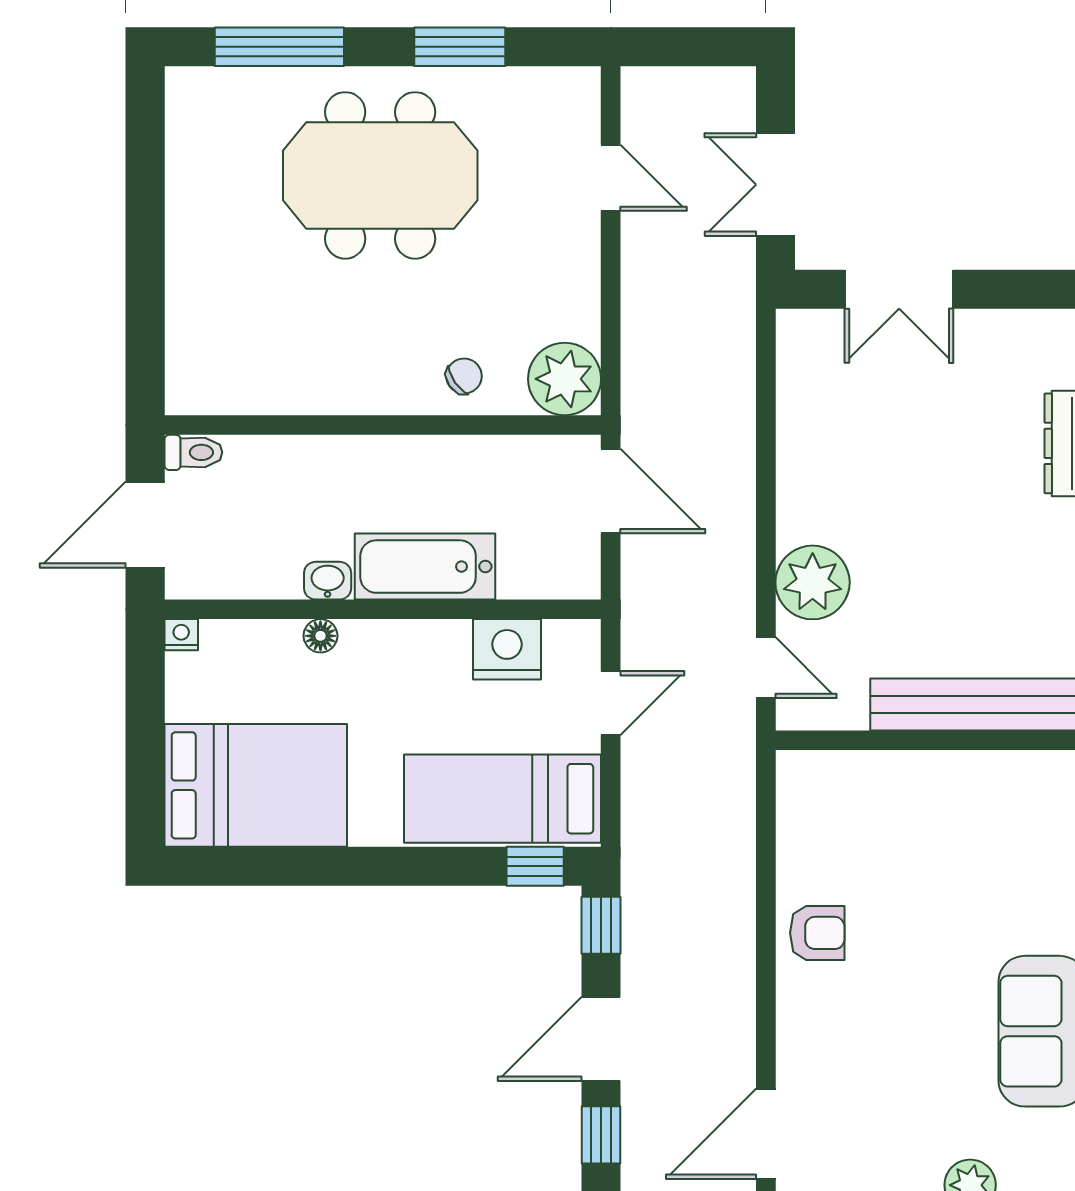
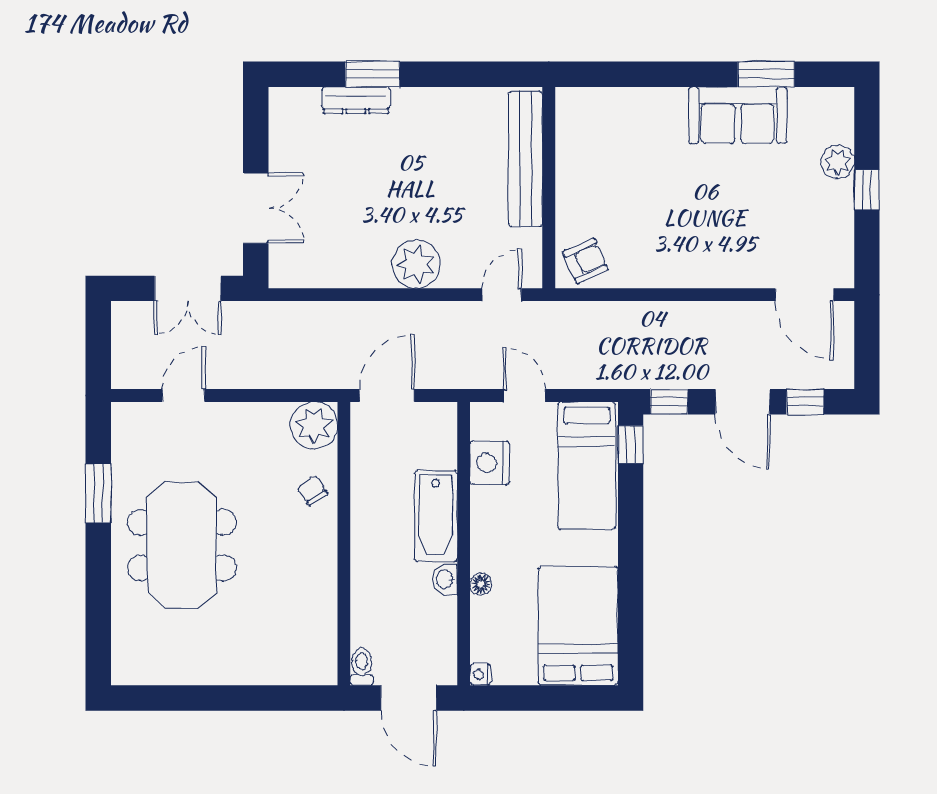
window: (279, 47) -> (98, 611), removed
plant: (813, 582) -> (416, 264), moved
armchair: (817, 933) -> (586, 261), moved, turned 66

